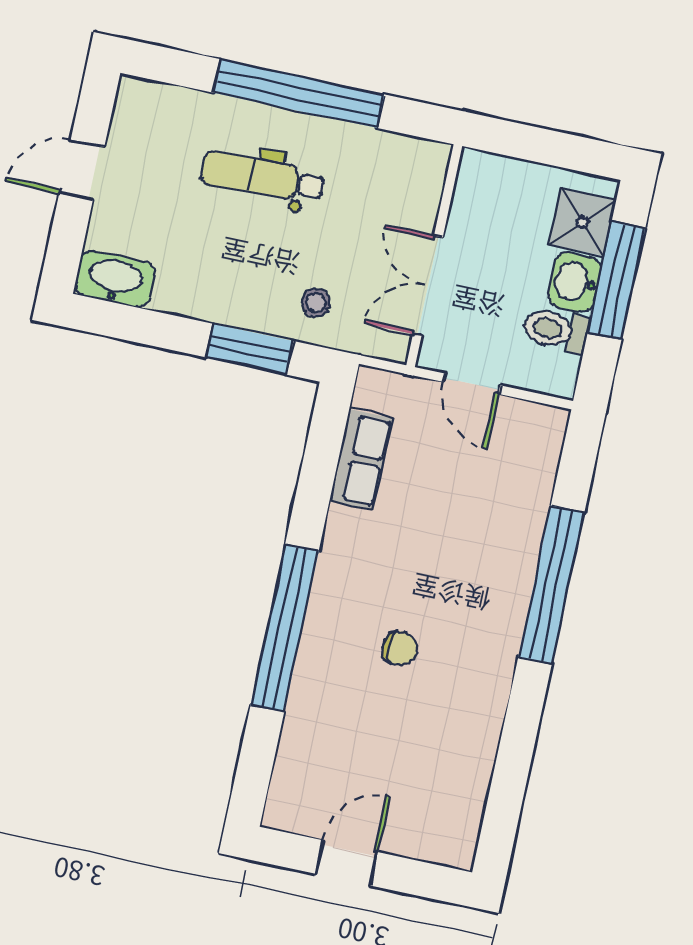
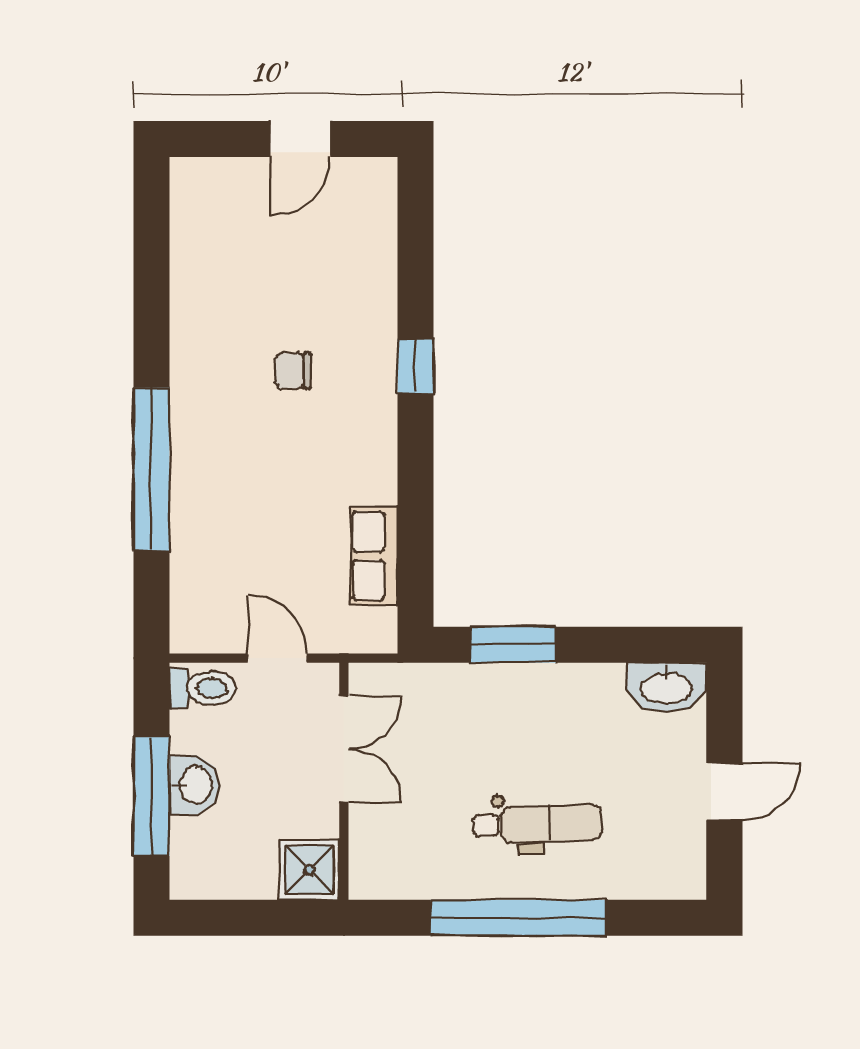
shower: (582, 222) -> (309, 870), moved
stool: (316, 303) -> (455, 707), removed
toilet: (556, 330) -> (203, 688), moved
window: (285, 628) -> (416, 366), width x0.32

